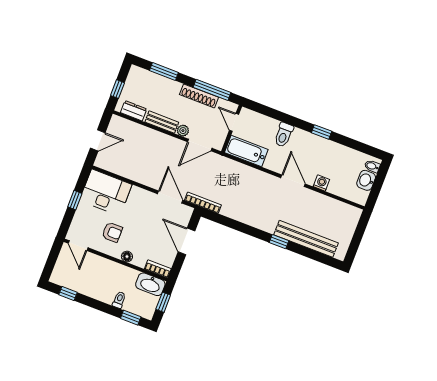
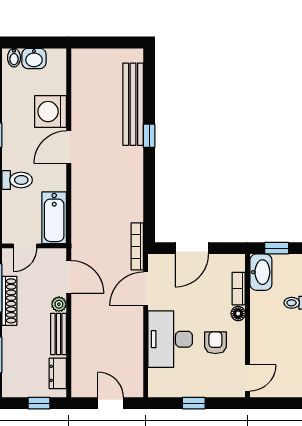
washing machine: (321, 183) -> (51, 112), width x1.89, depth x1.89
desk: (106, 192) -> (170, 339), moved
bookcase: (158, 269) -> (239, 289), moved

